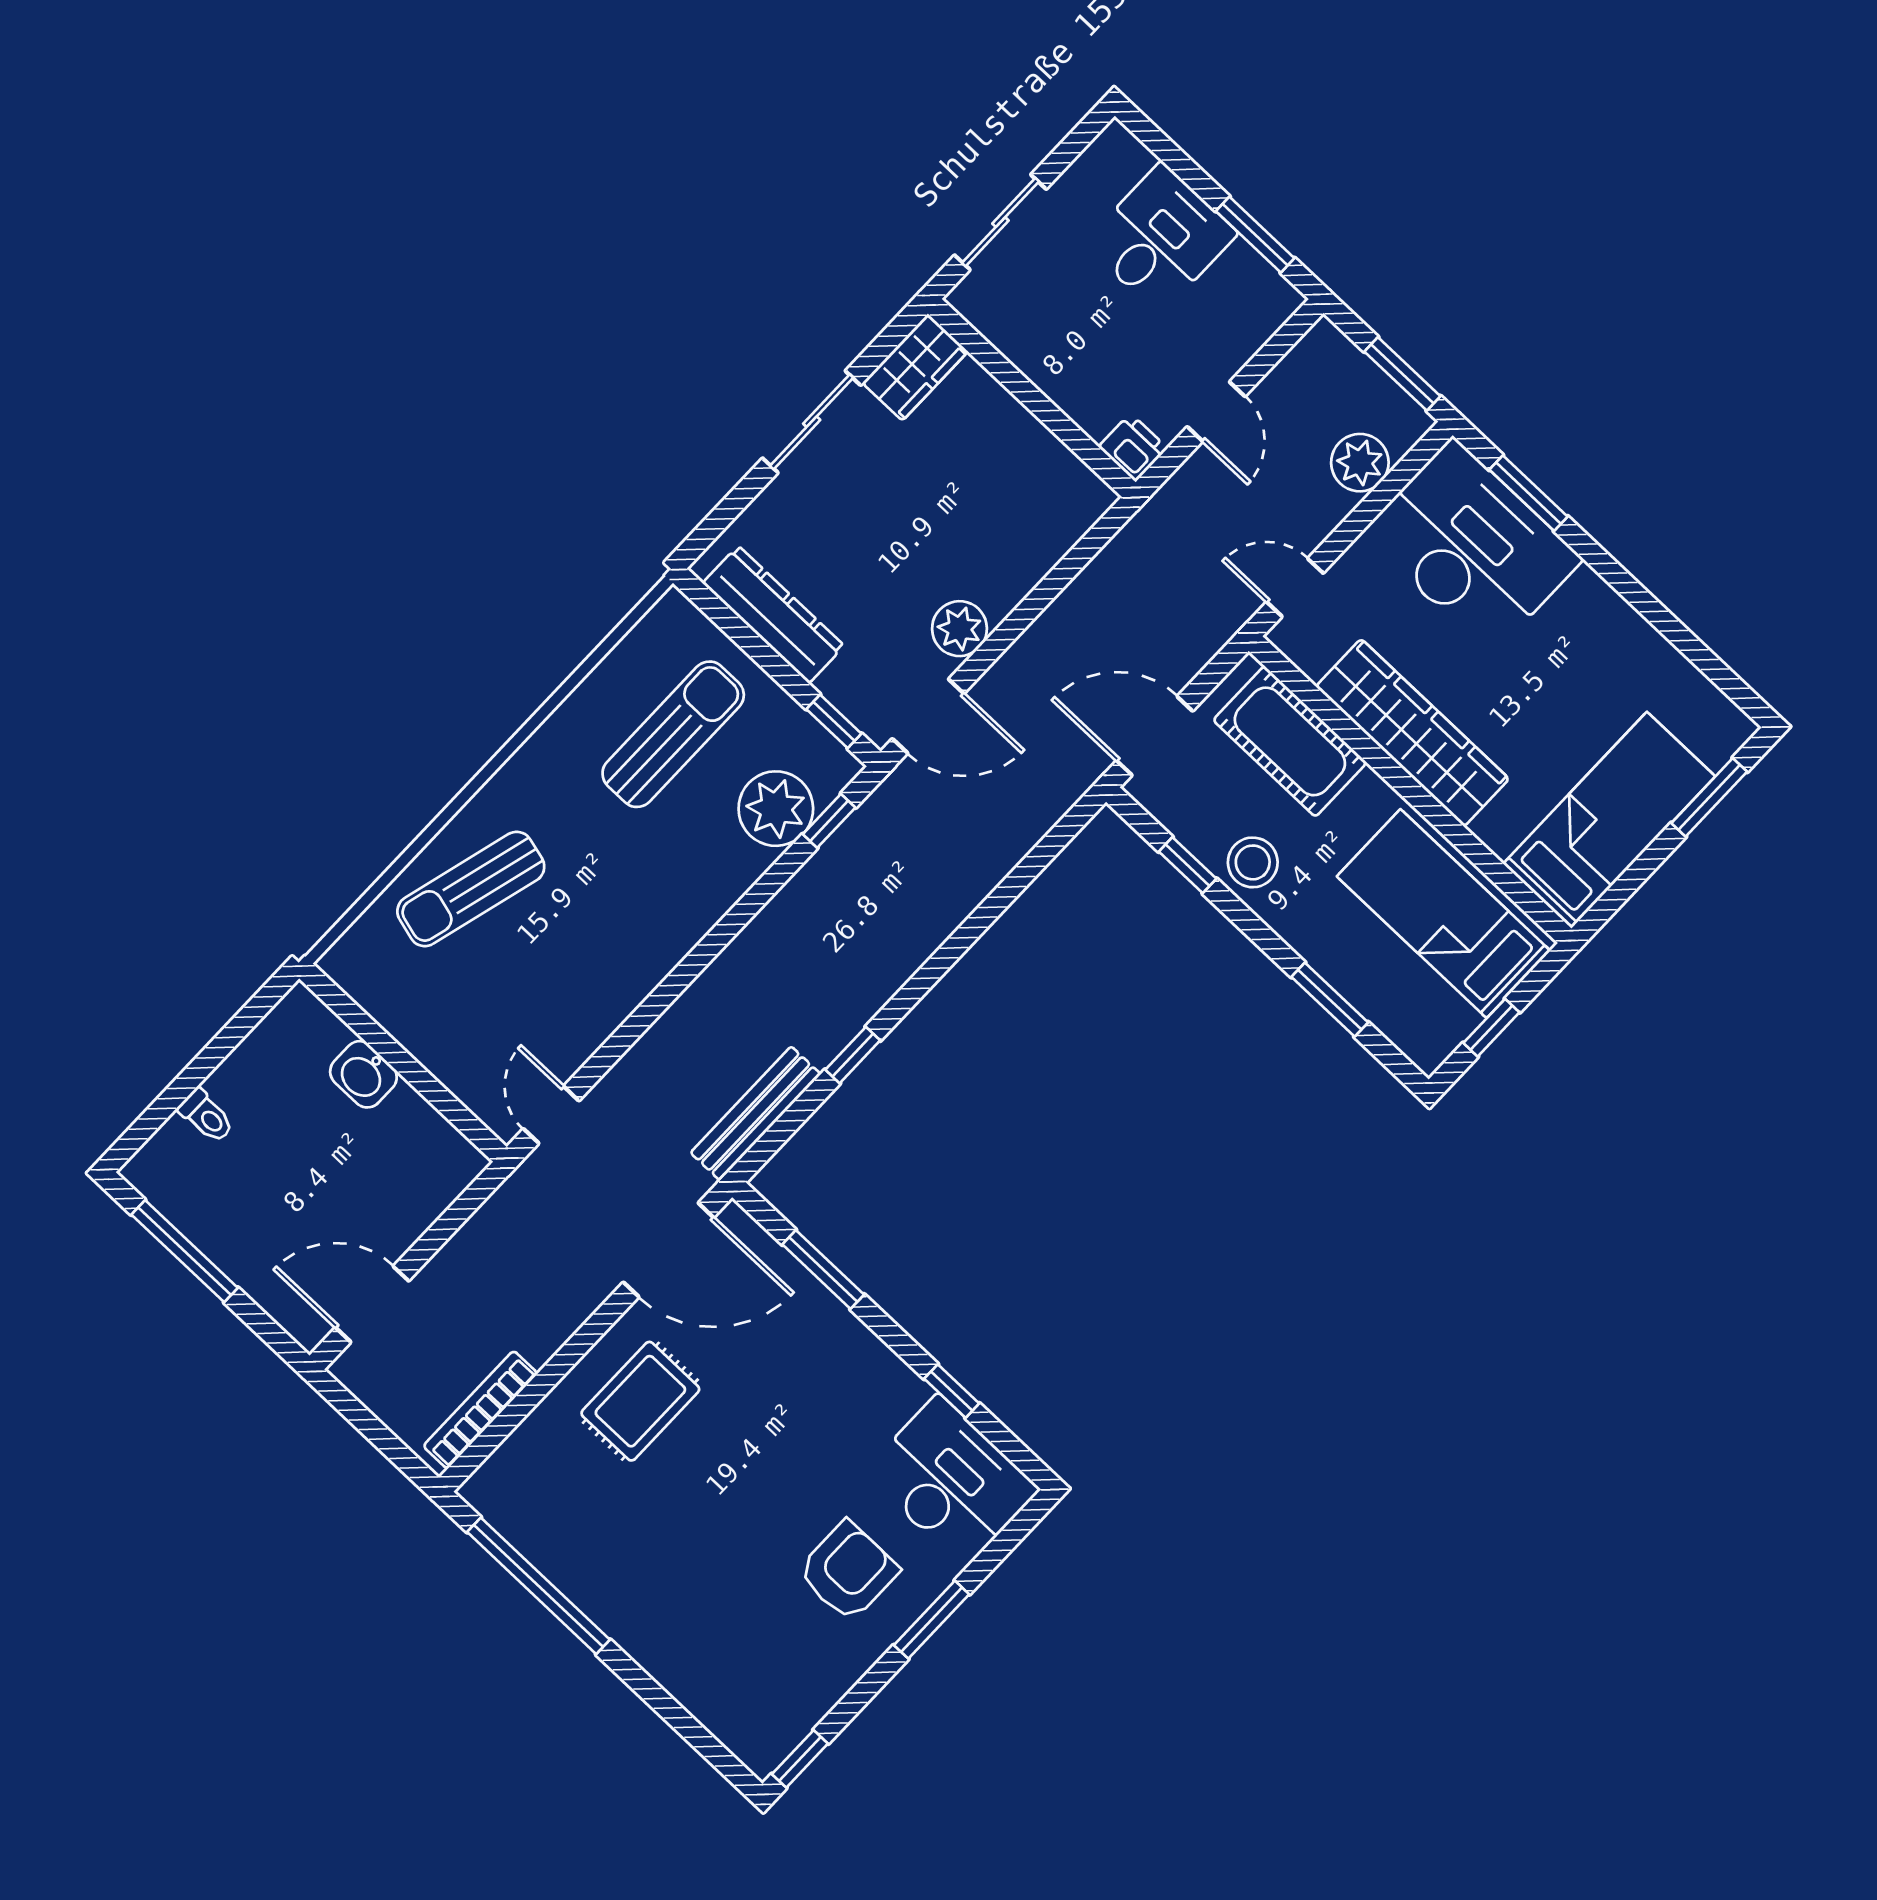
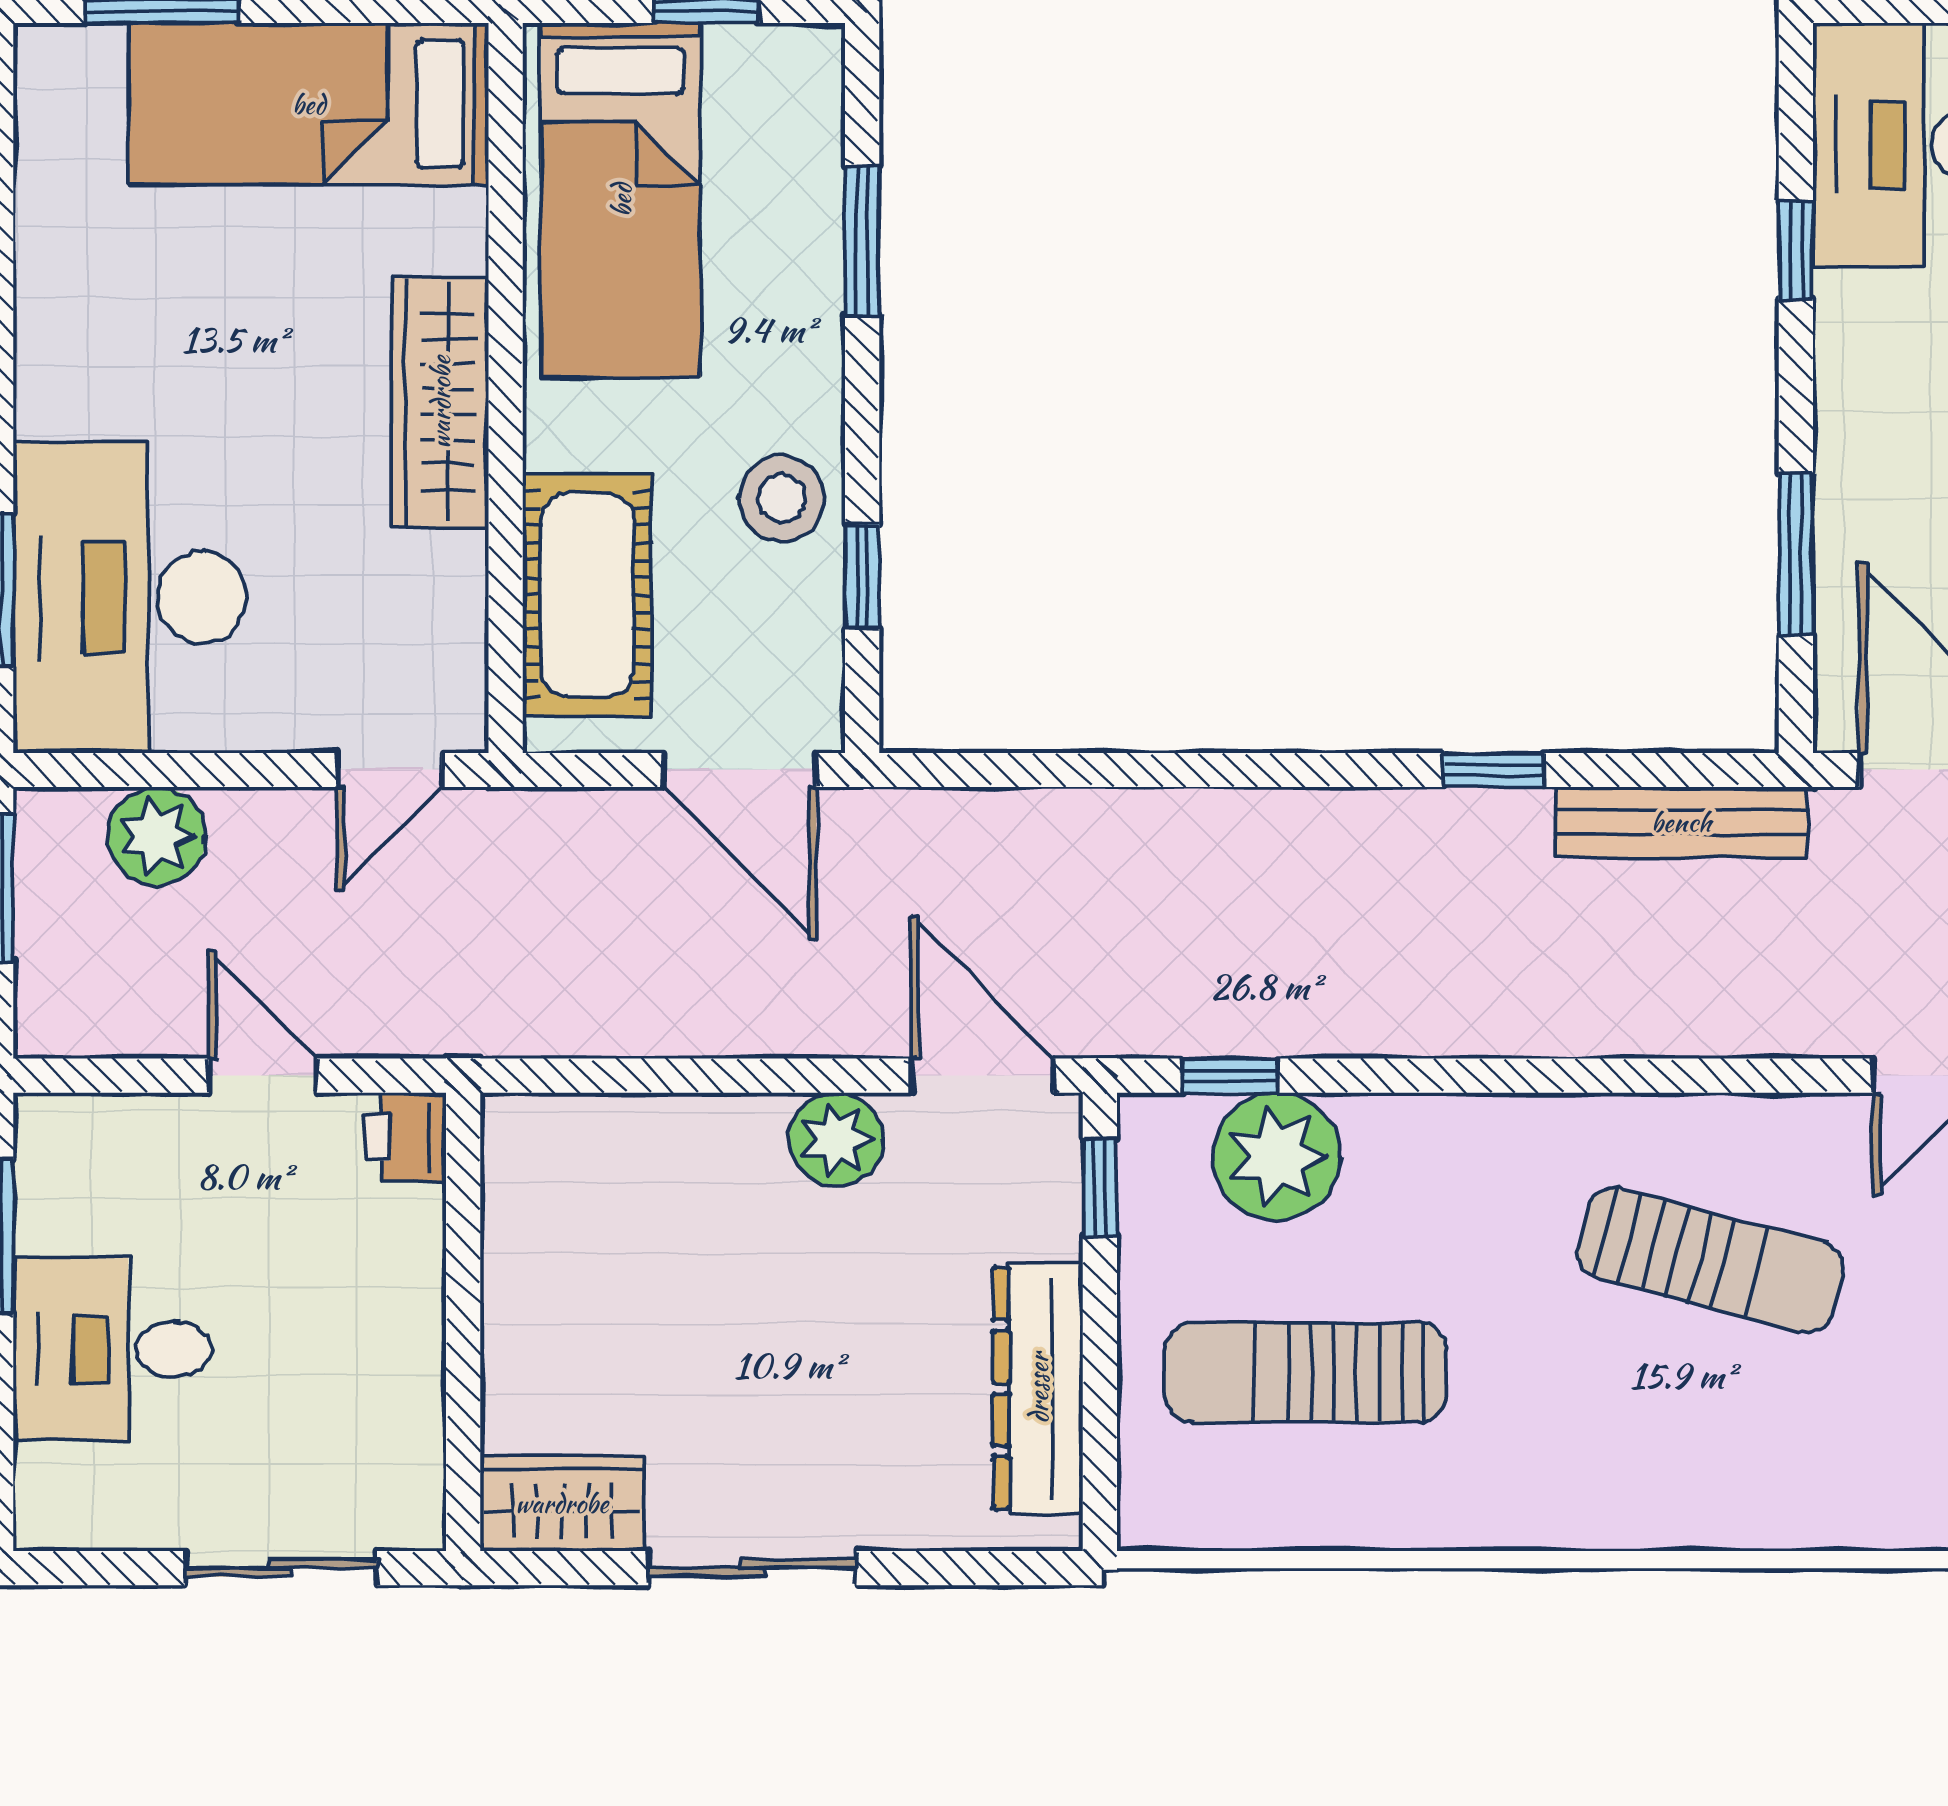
door: (1216, 412) -> (263, 1076), hinge flipped
door: (1295, 588) -> (389, 770), hinge flipped
wardrobe: (1412, 733) -> (440, 402), width x0.71, depth x0.85
sun lounger: (471, 889) -> (1711, 1260), moved

